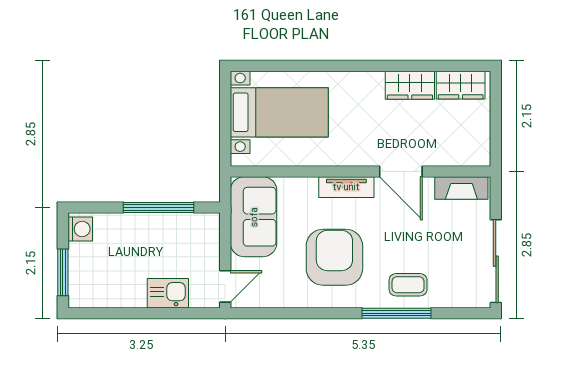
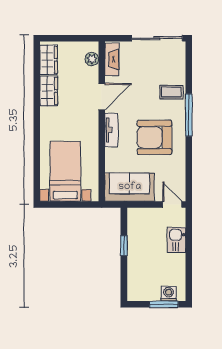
plant: (462, 155) -> (92, 59), added
window: (159, 208) -> (124, 246), width x0.46
washing machine: (80, 229) -> (169, 294), moved
coffee table: (408, 285) -> (171, 92), turned 90
window: (397, 313) -> (189, 115), moved

